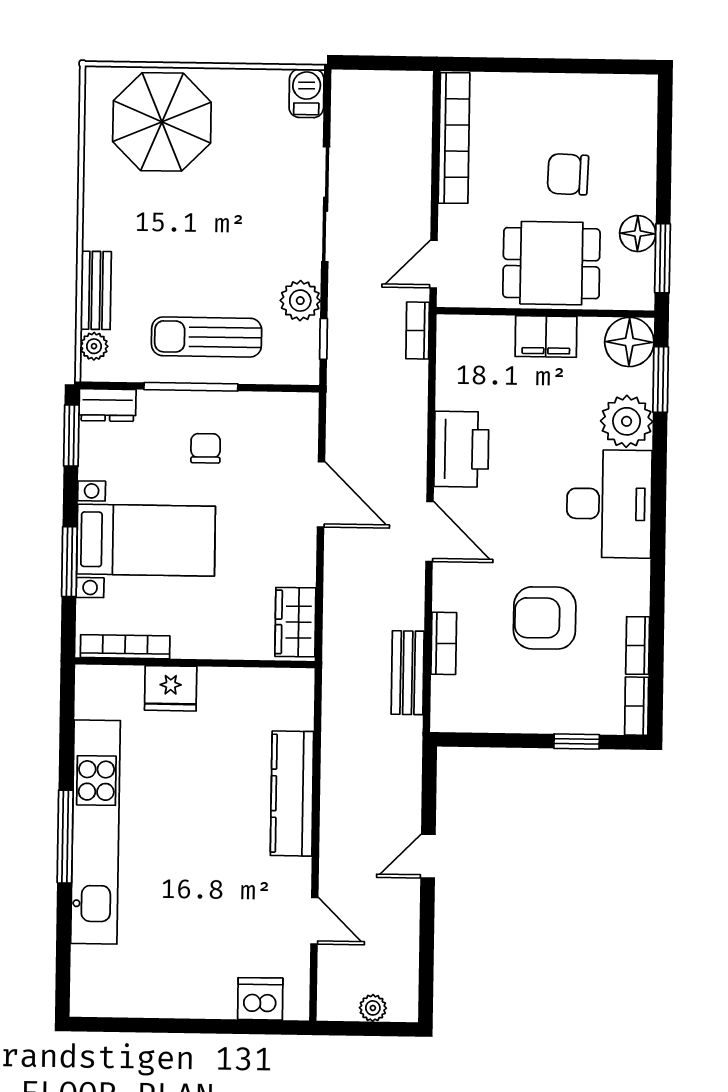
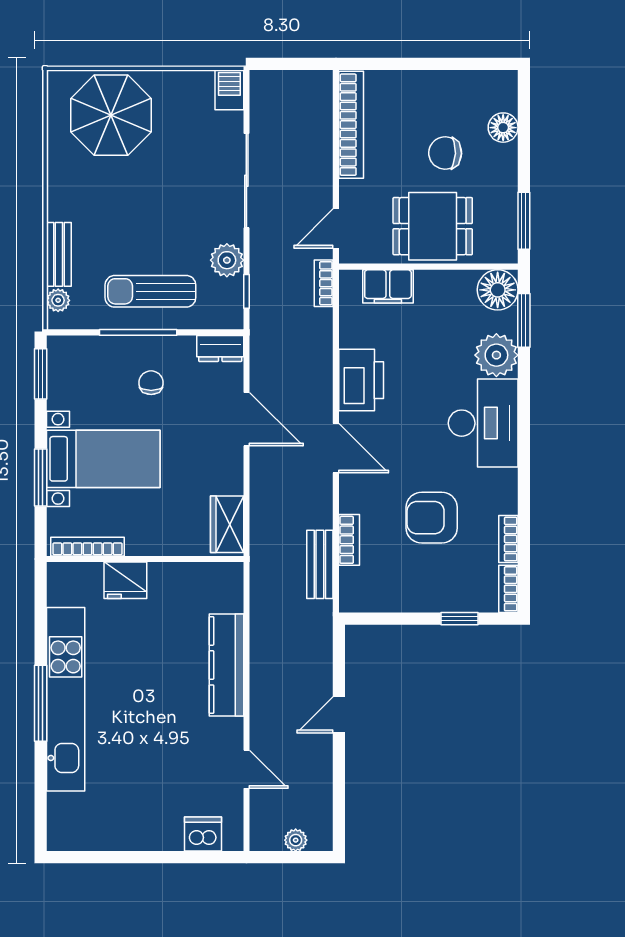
floor lamp: (638, 234) -> (503, 128), moved
filing cabinet: (546, 336) -> (388, 286), moved
dresser: (108, 405) -> (220, 348), moved

